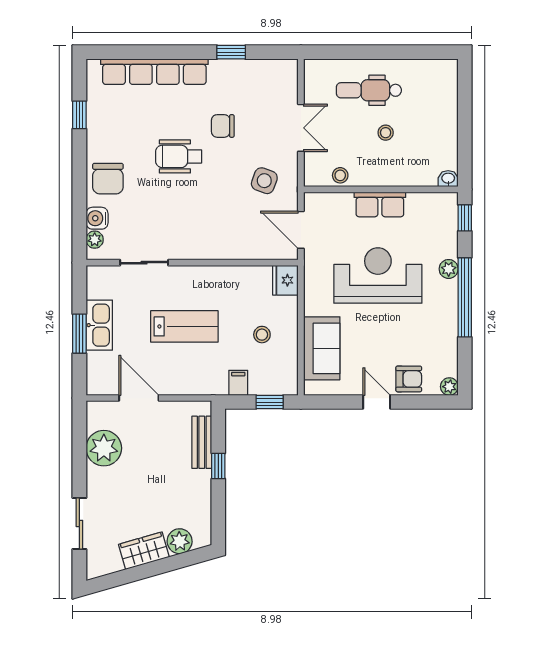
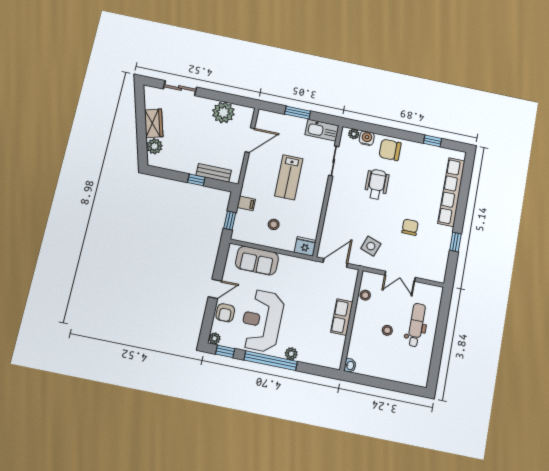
wheelchair: (179, 156) -> (377, 184), moved
window: (465, 218) -> (225, 351), moved
reception desk: (378, 275) -> (262, 321), moved, turned 180
kitchen sink: (99, 325) -> (322, 130), moved

